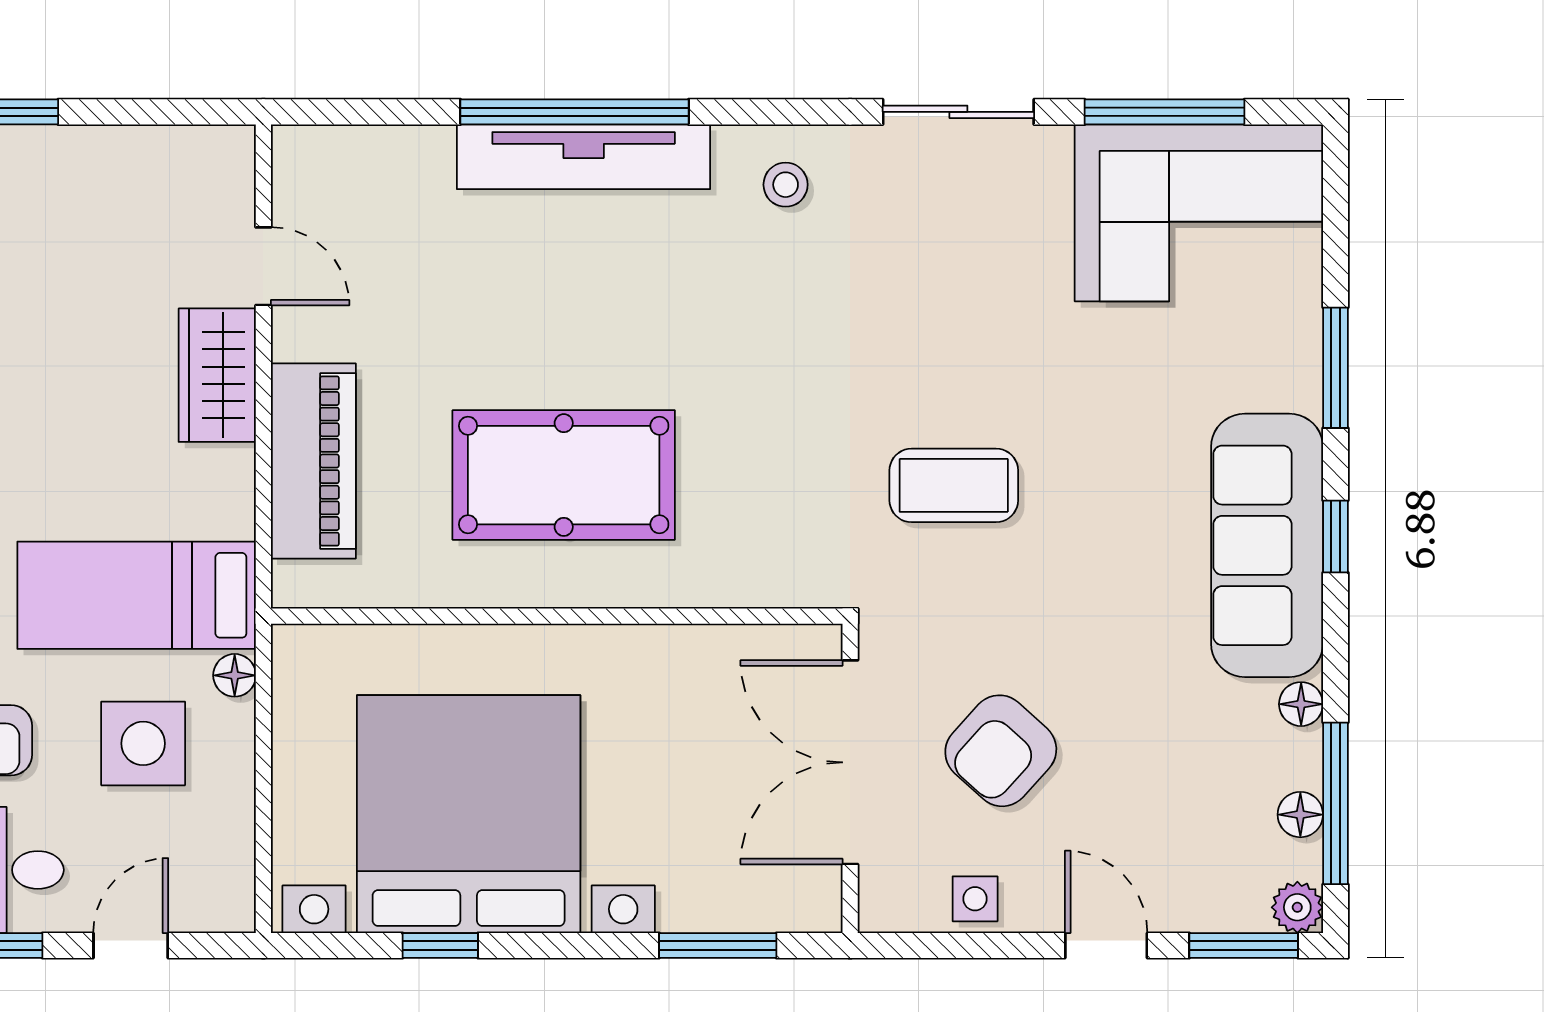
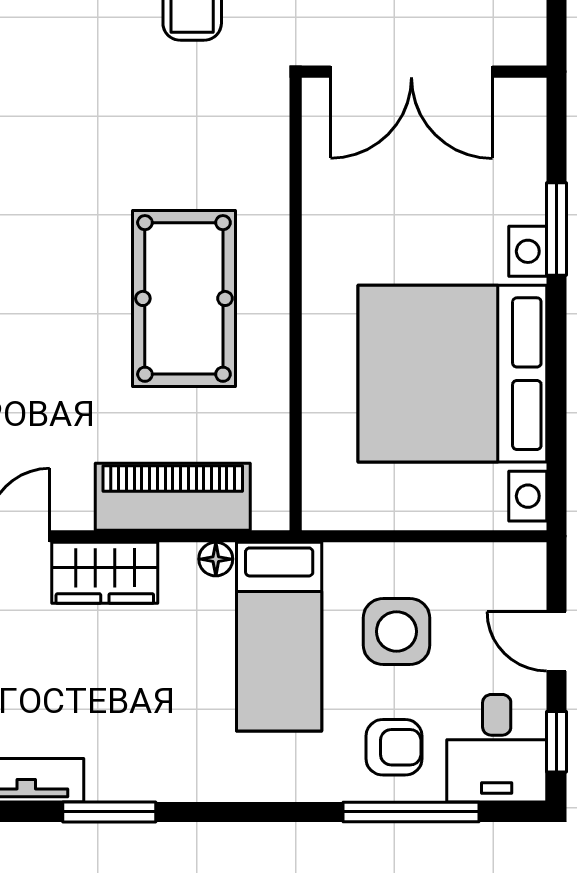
floor lamp: (235, 675) -> (216, 559), moved
window: (440, 945) -> (557, 396), removed
window: (718, 945) -> (557, 229), moved

